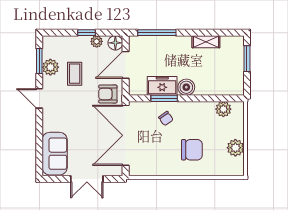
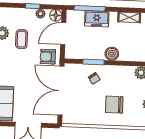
freezer: (162, 86) -> (97, 19), moved, turned 180
chair: (192, 150) -> (114, 105), turned 180

